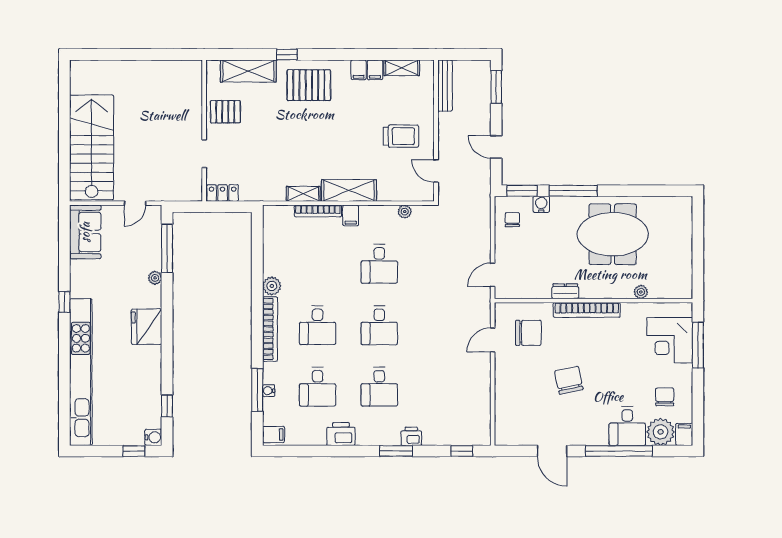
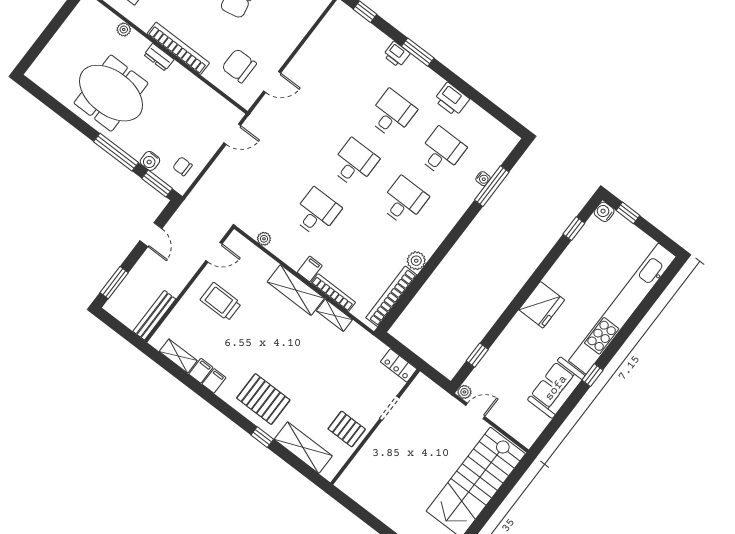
door: (436, 171) -> (214, 252), hinge flipped
chair: (512, 220) -> (182, 166), turned 90
sofa: (85, 232) -> (556, 388), moved
window: (167, 248) -> (477, 355), width x0.46
plant: (155, 278) -> (464, 392), moved
dresser: (565, 291) -> (159, 57), moved
bookcase: (270, 329) -> (391, 296), moved
filing cabinet: (274, 434) -> (506, 141), removed

